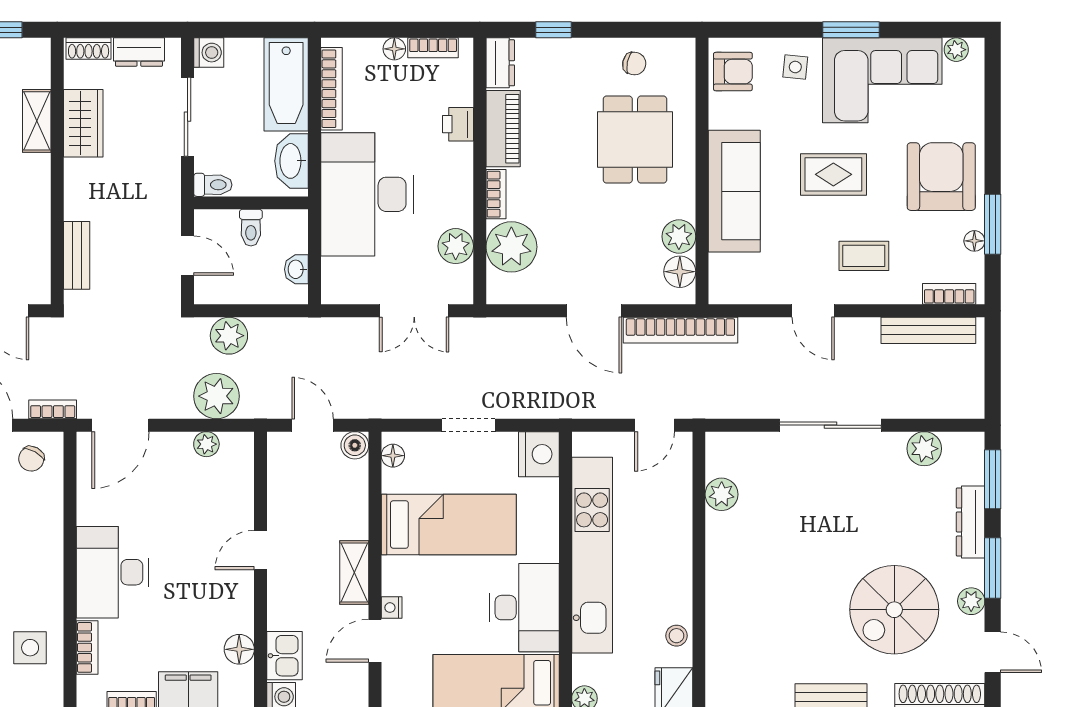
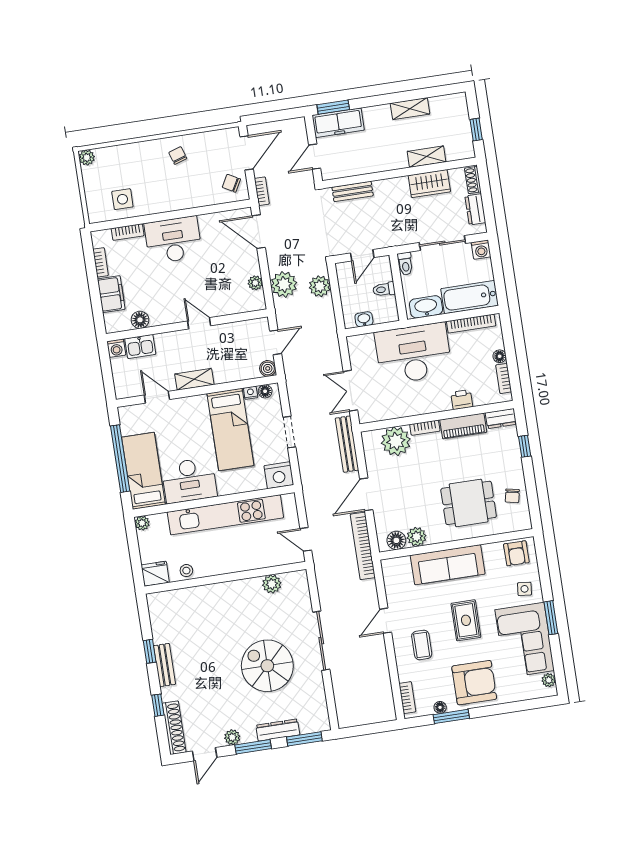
plant: (456, 246) -> (391, 409), removed
bench: (928, 330) -> (347, 444), moved
plant: (924, 449) -> (316, 697), removed
nightstand: (392, 608) -> (251, 393), moved
spiral stairs: (894, 610) -> (267, 666), moved

